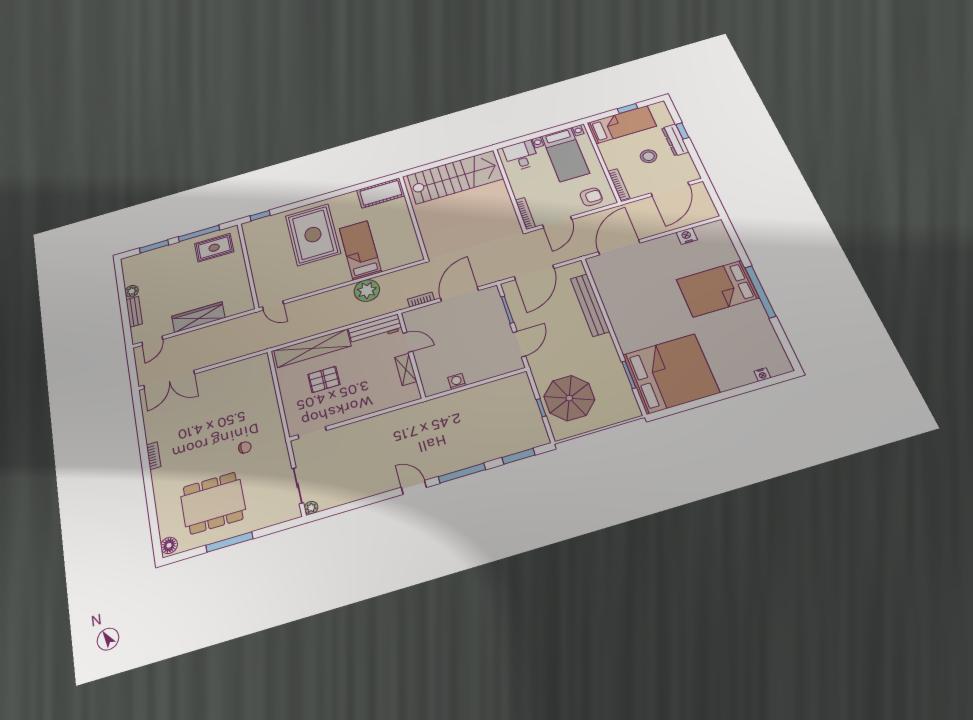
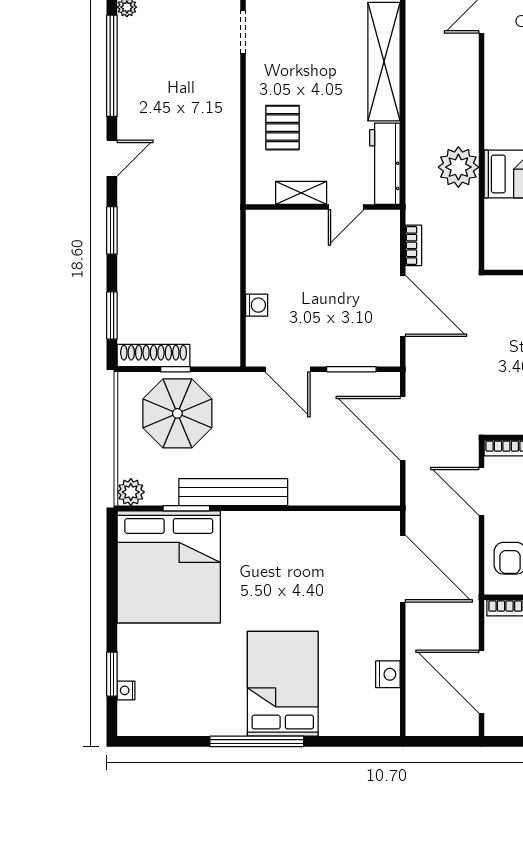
bench: (590, 305) -> (233, 492), moved
pallet: (324, 379) -> (283, 128), moved
washing machine: (457, 381) -> (257, 305), moved
window: (755, 386) -> (112, 674), added
plant: (631, 410) -> (131, 492), added
shoe rack: (536, 423) -> (154, 356), added
window: (462, 473) -> (112, 230), width x0.69
window: (352, 506) -> (112, 66), added

